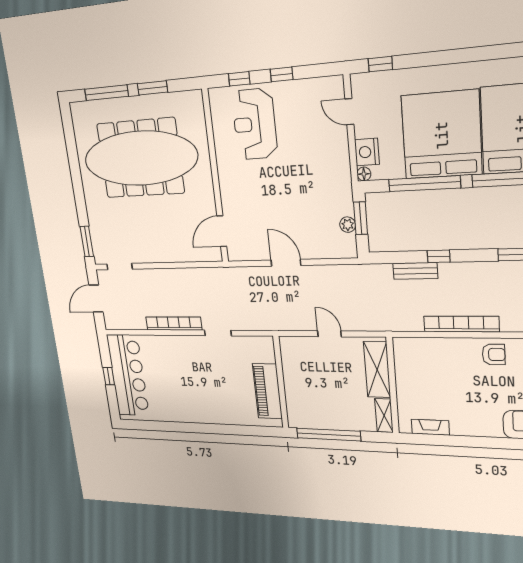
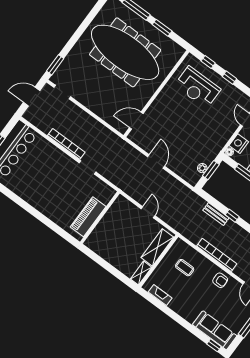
reception desk: (255, 124) -> (198, 87), turned -90
coffee table: (432, 371) -> (185, 268), added
window: (328, 435) -> (102, 263), removed

